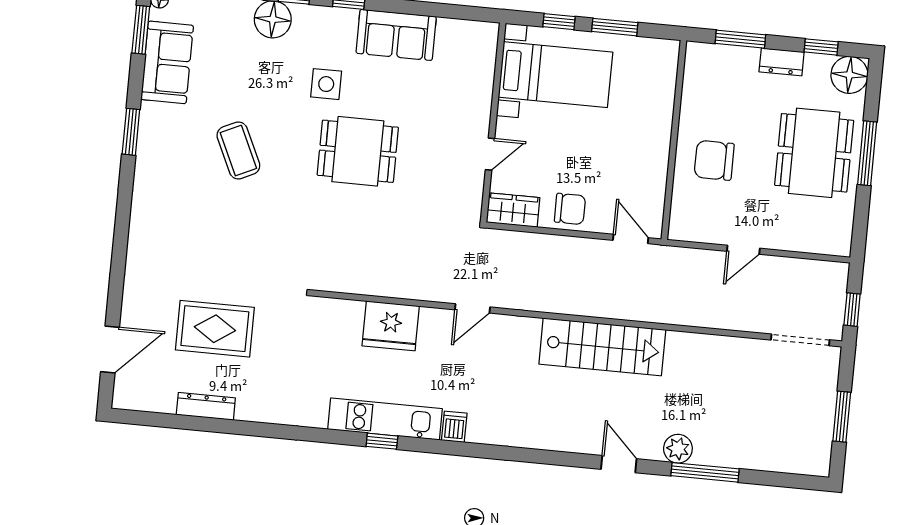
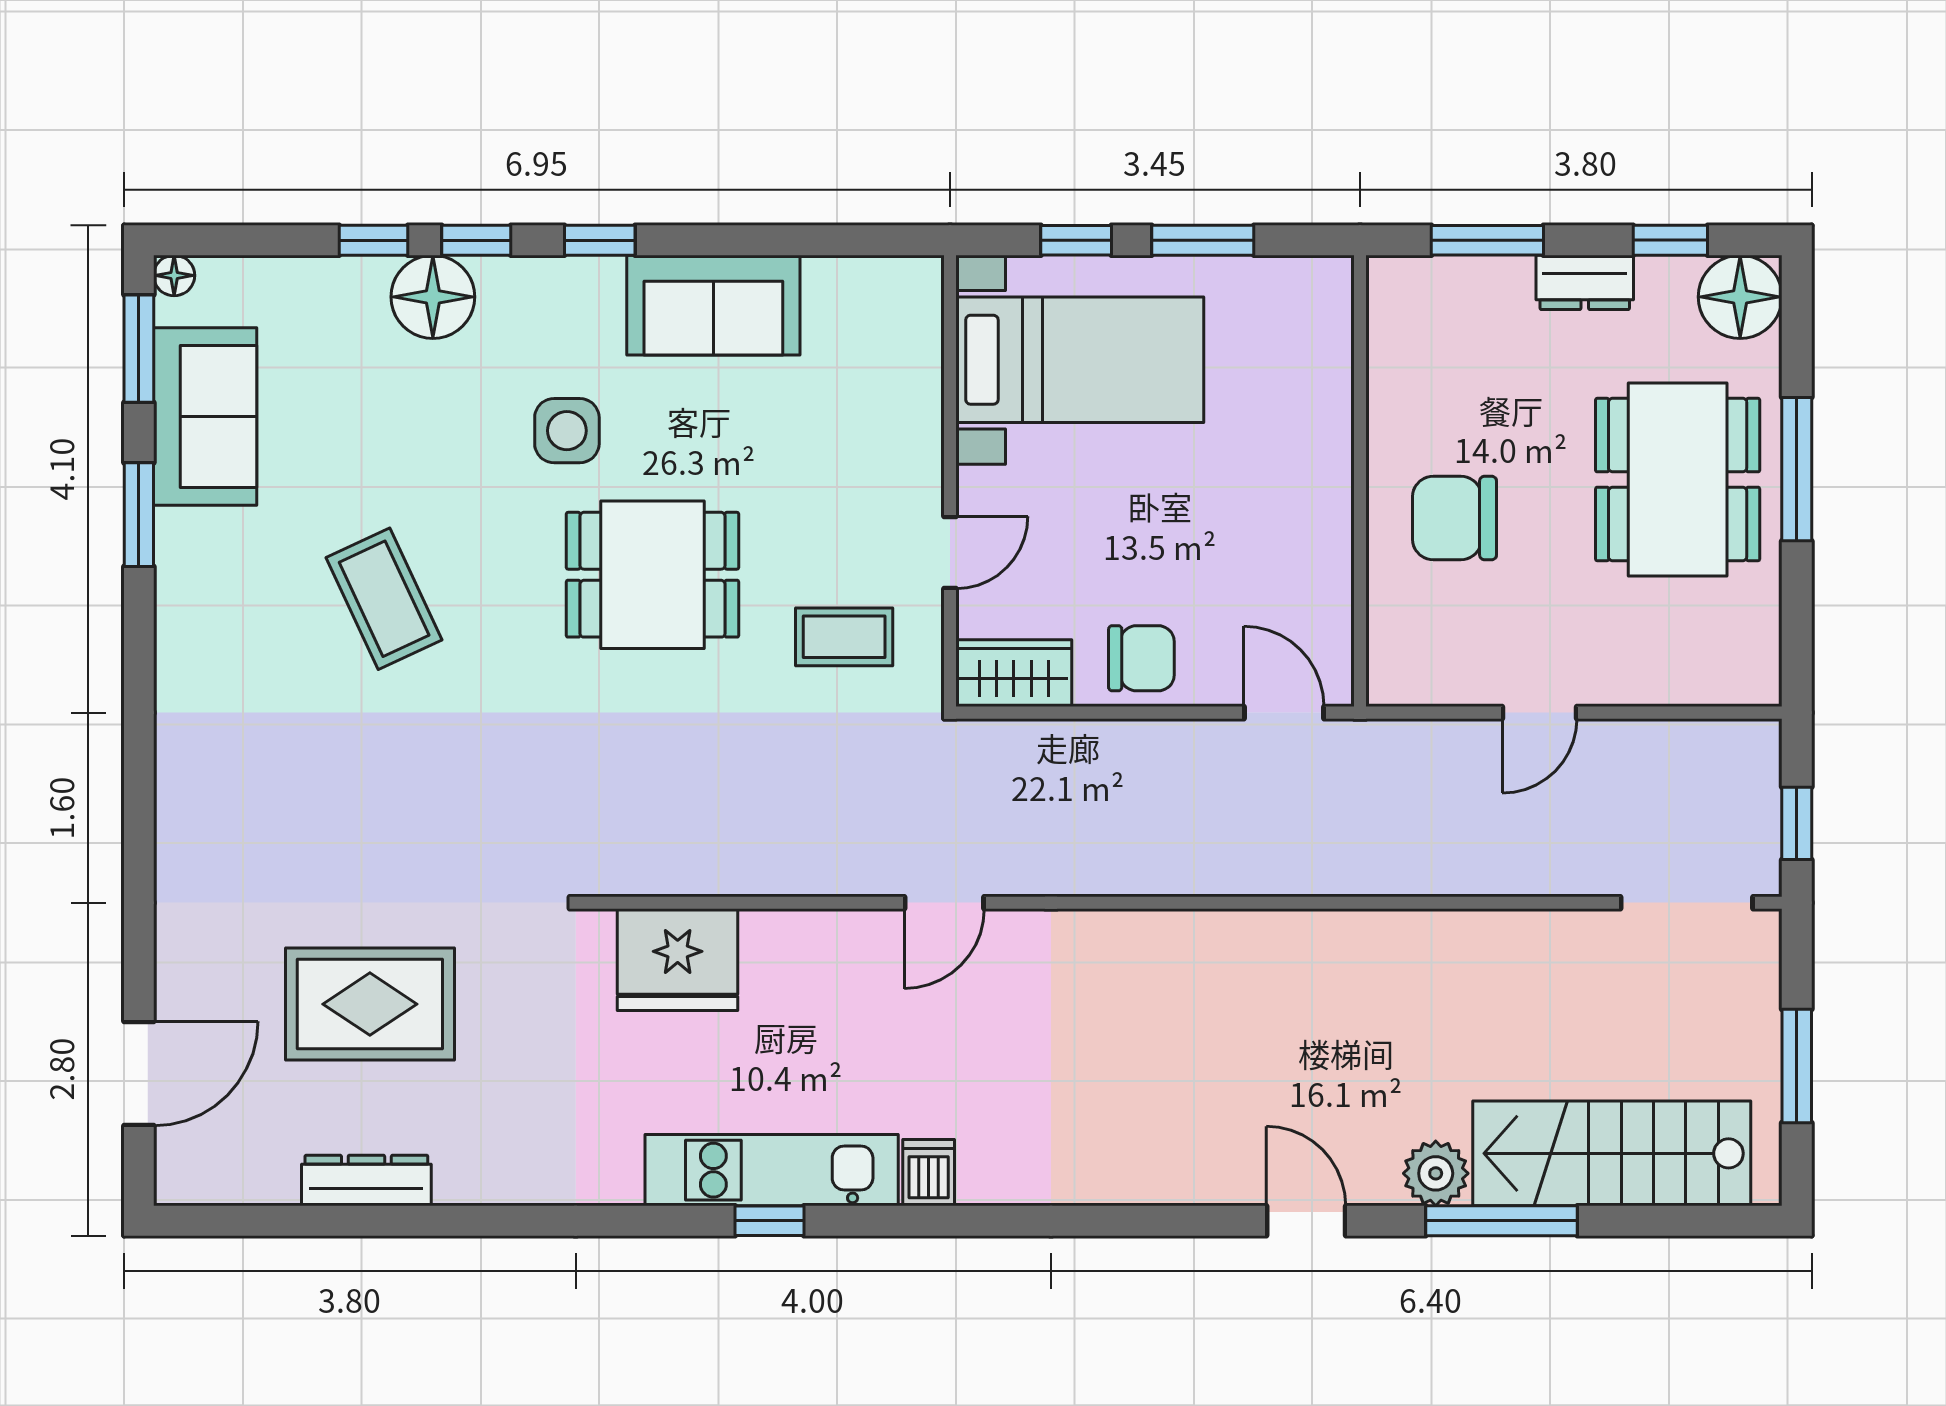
window: (131, 132) -> (139, 515), moved
coffee table: (440, 187) -> (844, 637), added
fridge: (391, 326) -> (678, 960), moved
stairs: (602, 347) -> (1612, 1153), moved, turned 180

